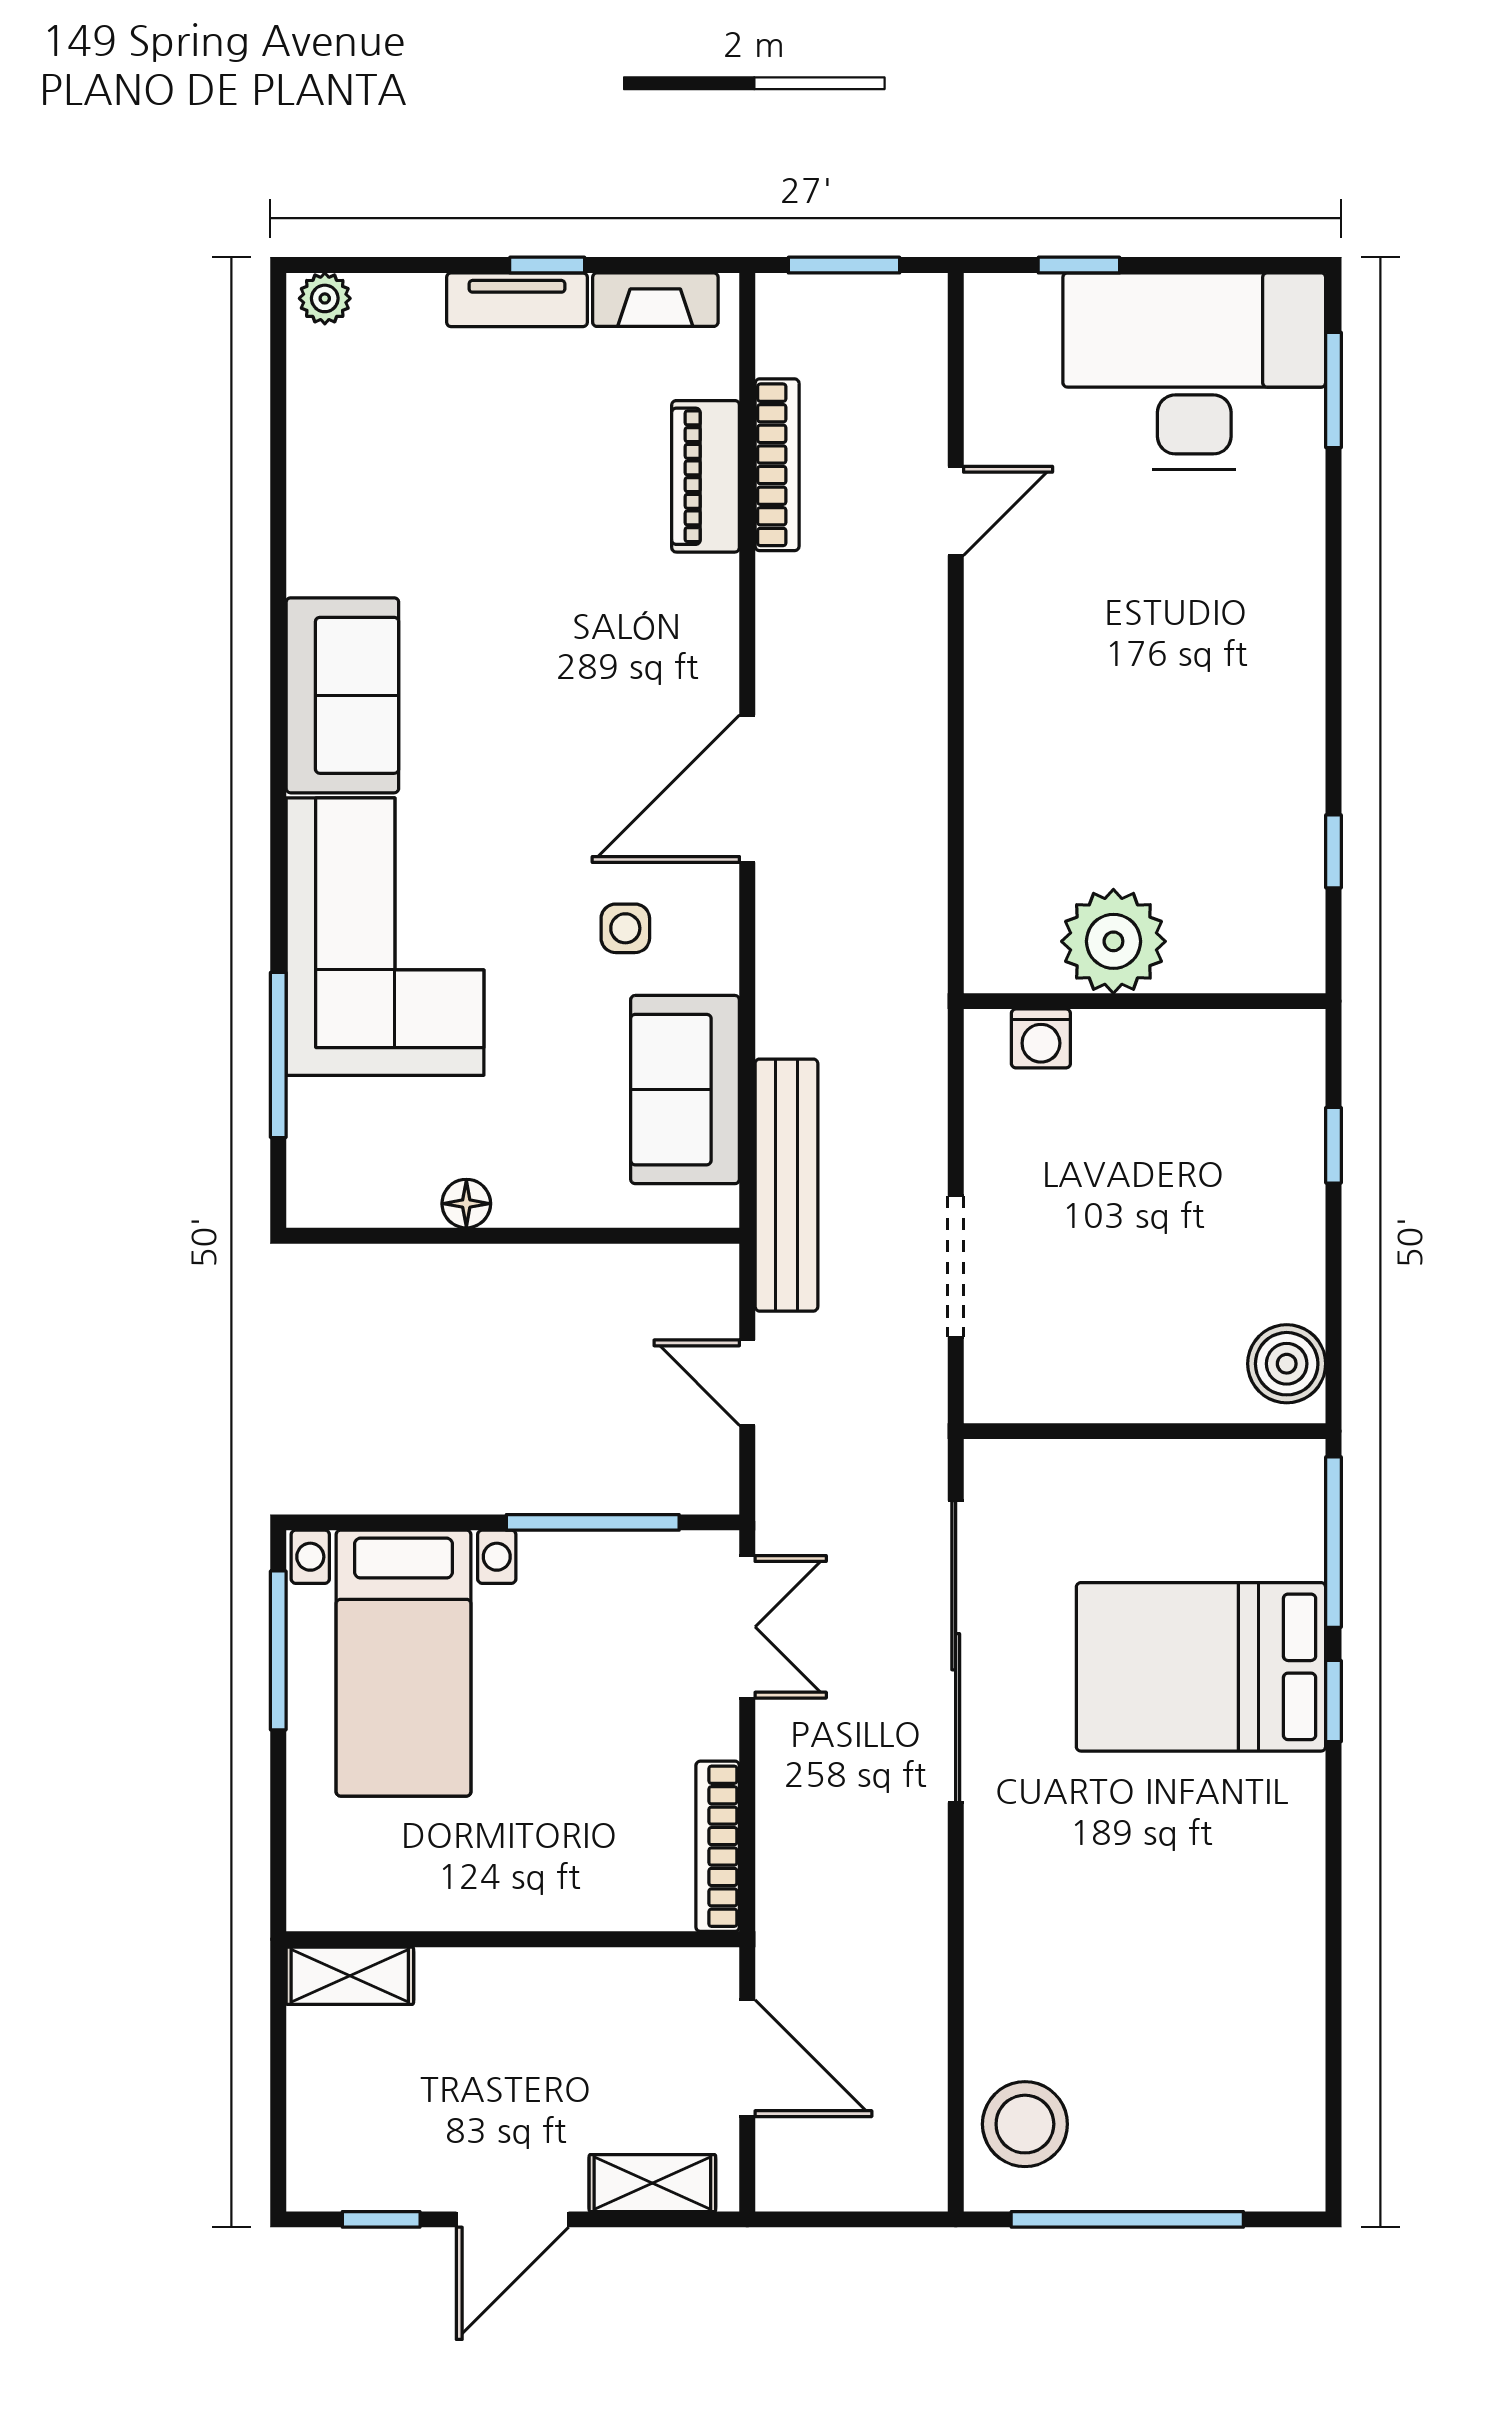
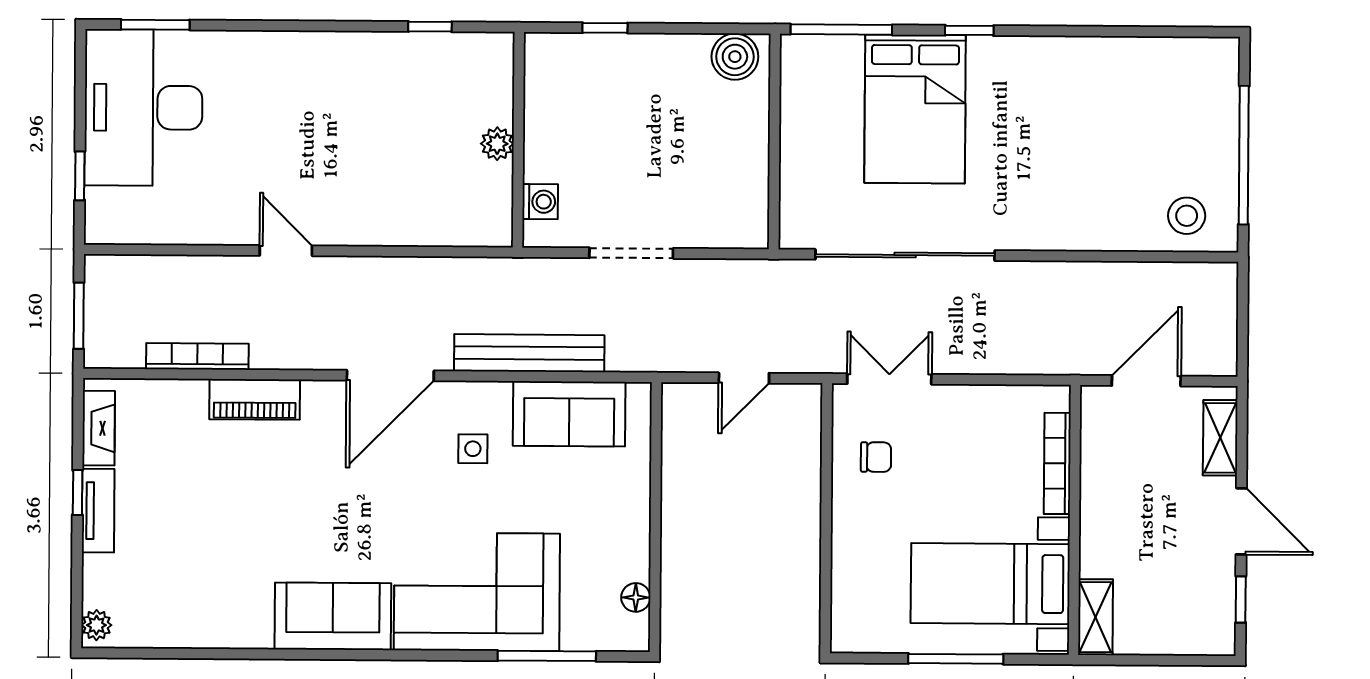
piano: (706, 476) -> (255, 399), moved
door: (956, 511) -> (286, 251), moved
door: (747, 789) -> (390, 376), hinge flipped
plant: (1113, 941) -> (497, 144), width x0.53, depth x0.53
bench: (786, 1185) -> (529, 353), moved
floor lamp: (466, 1204) -> (636, 597), moved
doorway: (956, 1267) -> (631, 253), moved
window: (593, 1522) -> (826, 471), removed
chair: (616, 1605) -> (876, 457), added
window: (278, 1650) -> (956, 659), moved
bed with nightstands: (404, 1663) -> (990, 584), moved, turned 180
window: (1334, 1701) -> (969, 30), moved
bookcase: (718, 1846) -> (1057, 463), moved, turned 90
stool: (1025, 2124) -> (1187, 216), width x0.73, depth x0.73

